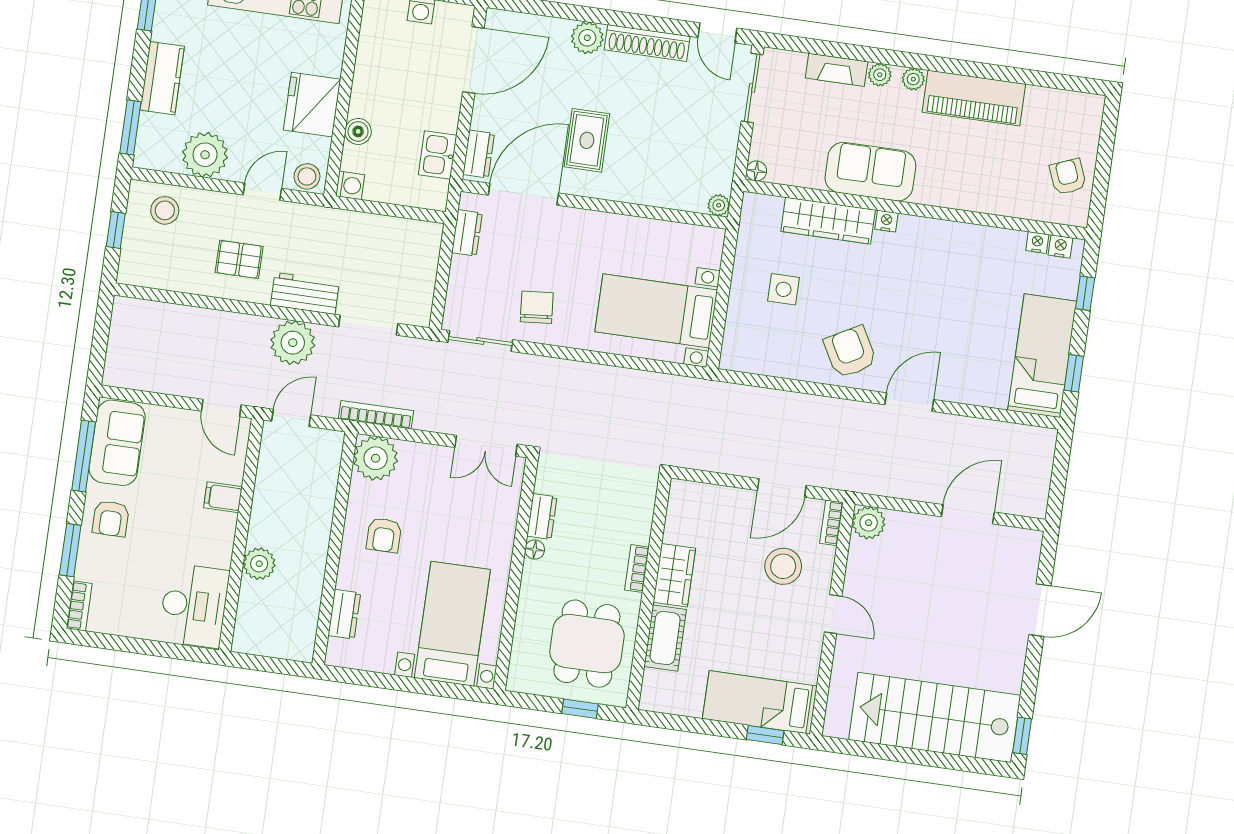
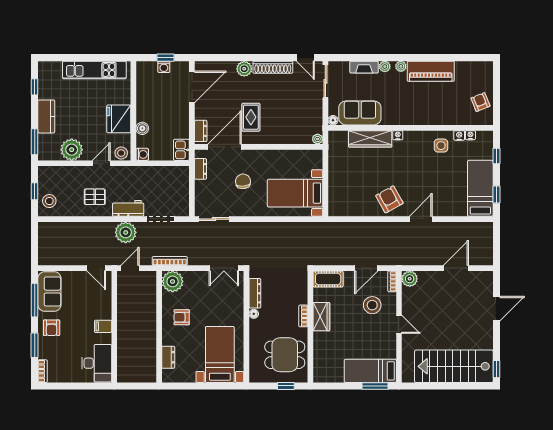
kitchen sink: (438, 155) -> (181, 150), moved
sofa: (870, 172) -> (360, 113), moved
stool: (165, 210) -> (49, 201), moved
nightstand: (1060, 247) -> (459, 135), moved
side table: (784, 289) -> (441, 146), moved
chair: (537, 307) -> (243, 181), moved
filing cabinet: (223, 497) -> (103, 326), moved
dresser: (542, 517) -> (255, 293), width x1.44
armchair: (384, 535) -> (182, 317), turned 90
plant: (259, 564) -> (125, 339), removed
cot: (665, 638) -> (328, 279), moved, turned 90
dining table: (587, 644) -> (285, 355), turned 90
window: (765, 735) -> (375, 386), width x1.50

